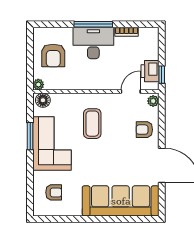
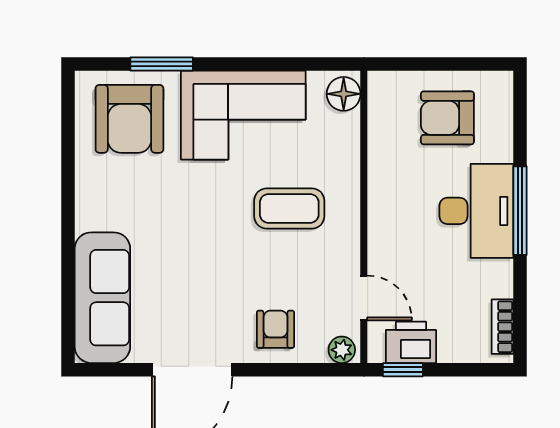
bookcase: (126, 32) -> (502, 327), moved
plant: (38, 85) -> (380, 83), removed
window: (30, 136) -> (162, 64), moved
armchair: (54, 192) -> (129, 119), width x1.88, depth x1.88
sofa: (121, 201) -> (102, 298), width x0.74, depth x0.79

